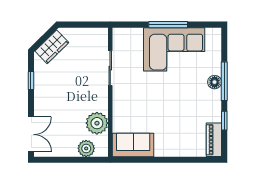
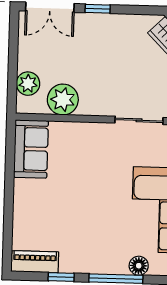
window: (31, 80) -> (98, 9), moved
floor lamp: (215, 82) -> (139, 266), moved

